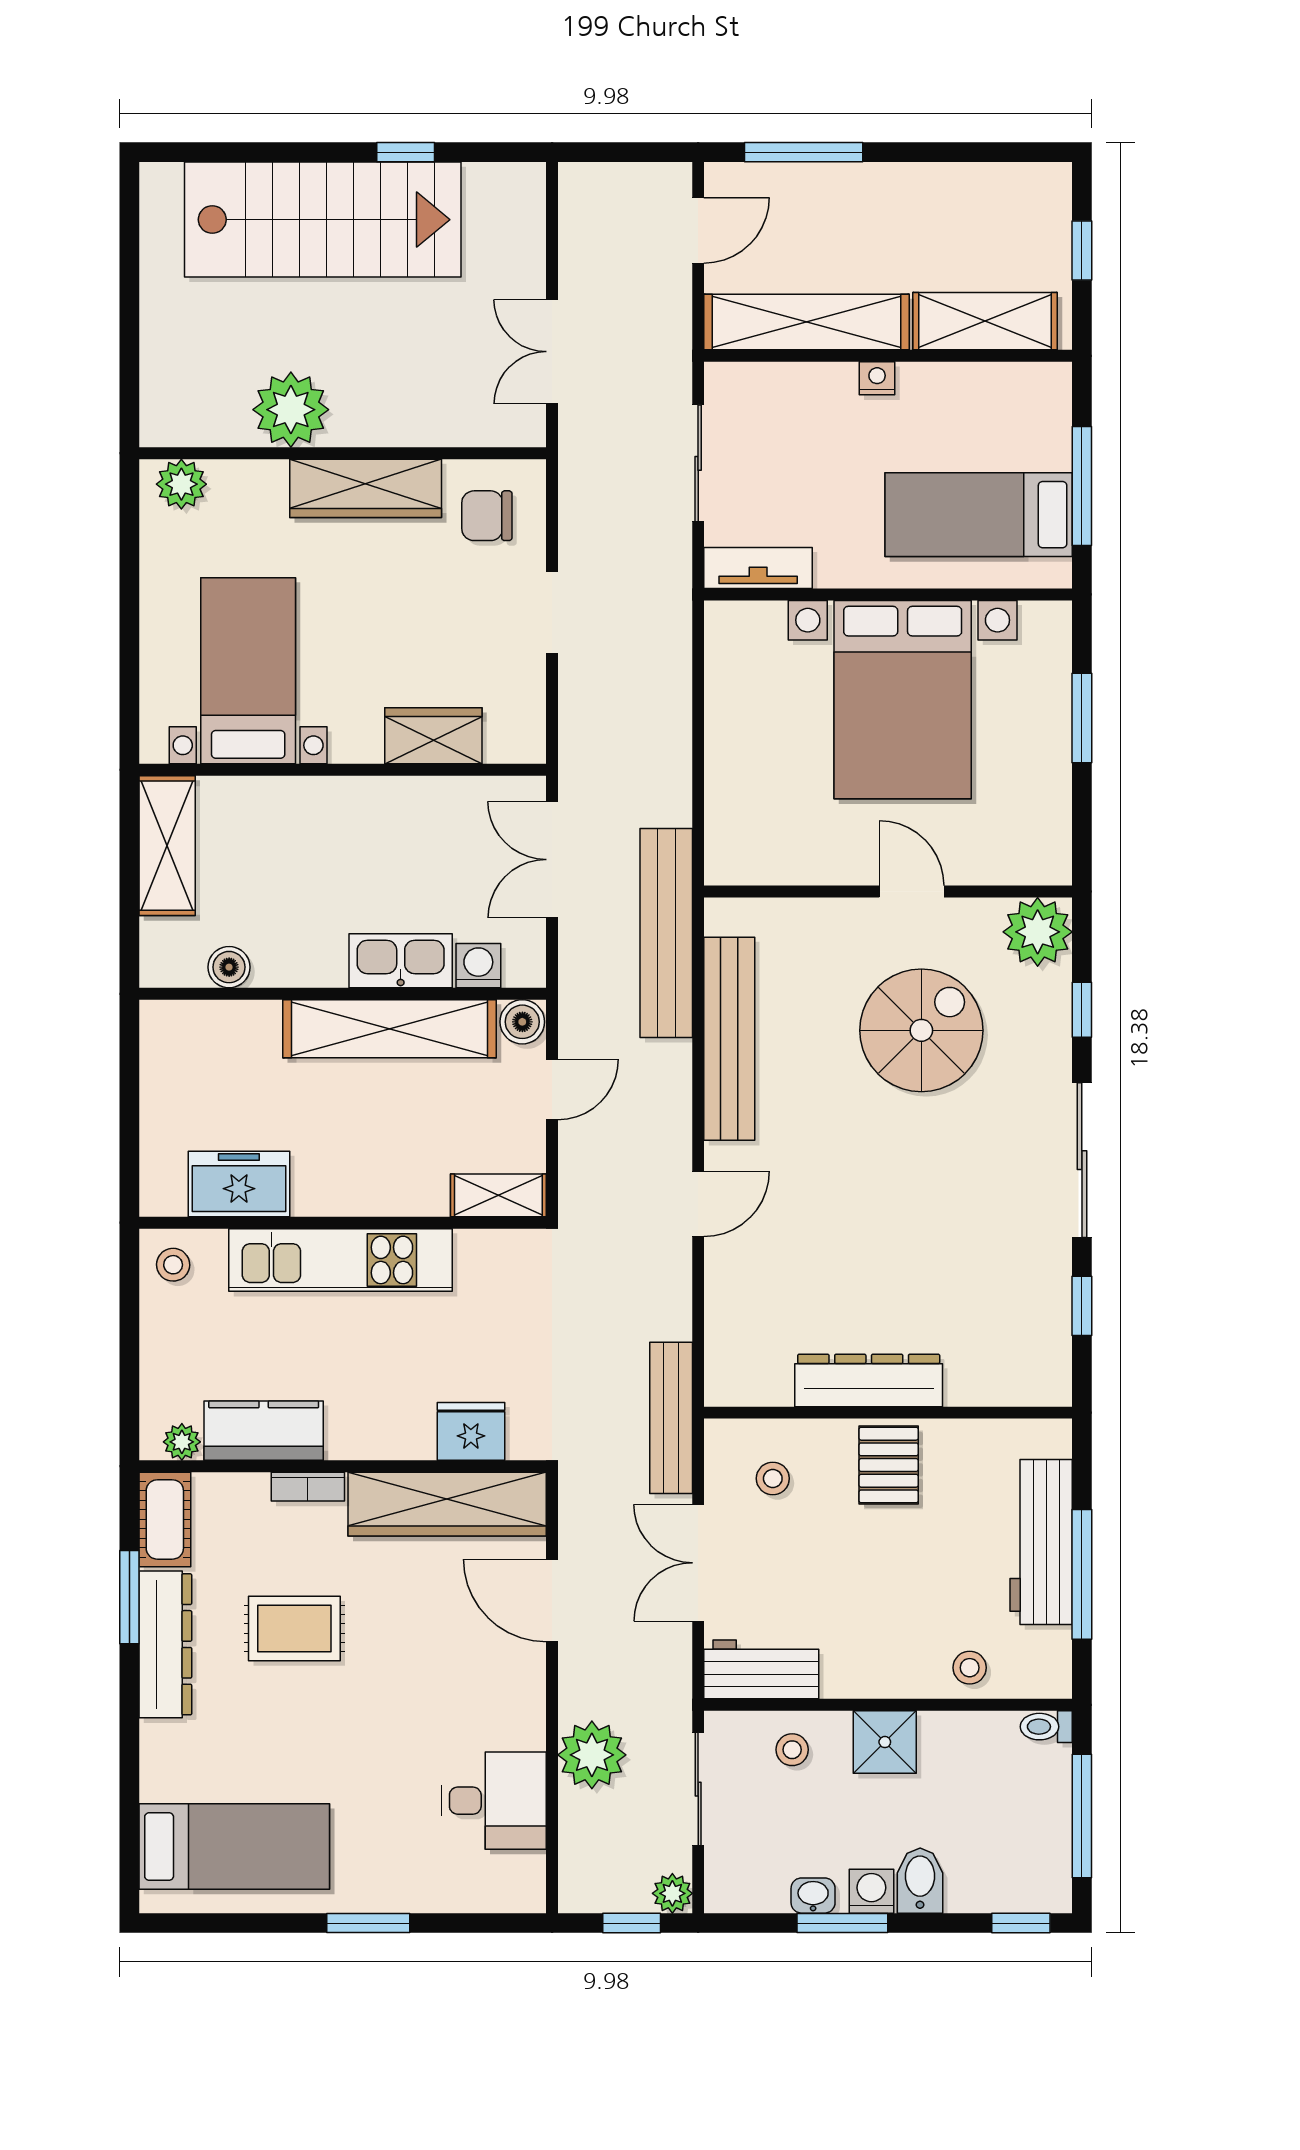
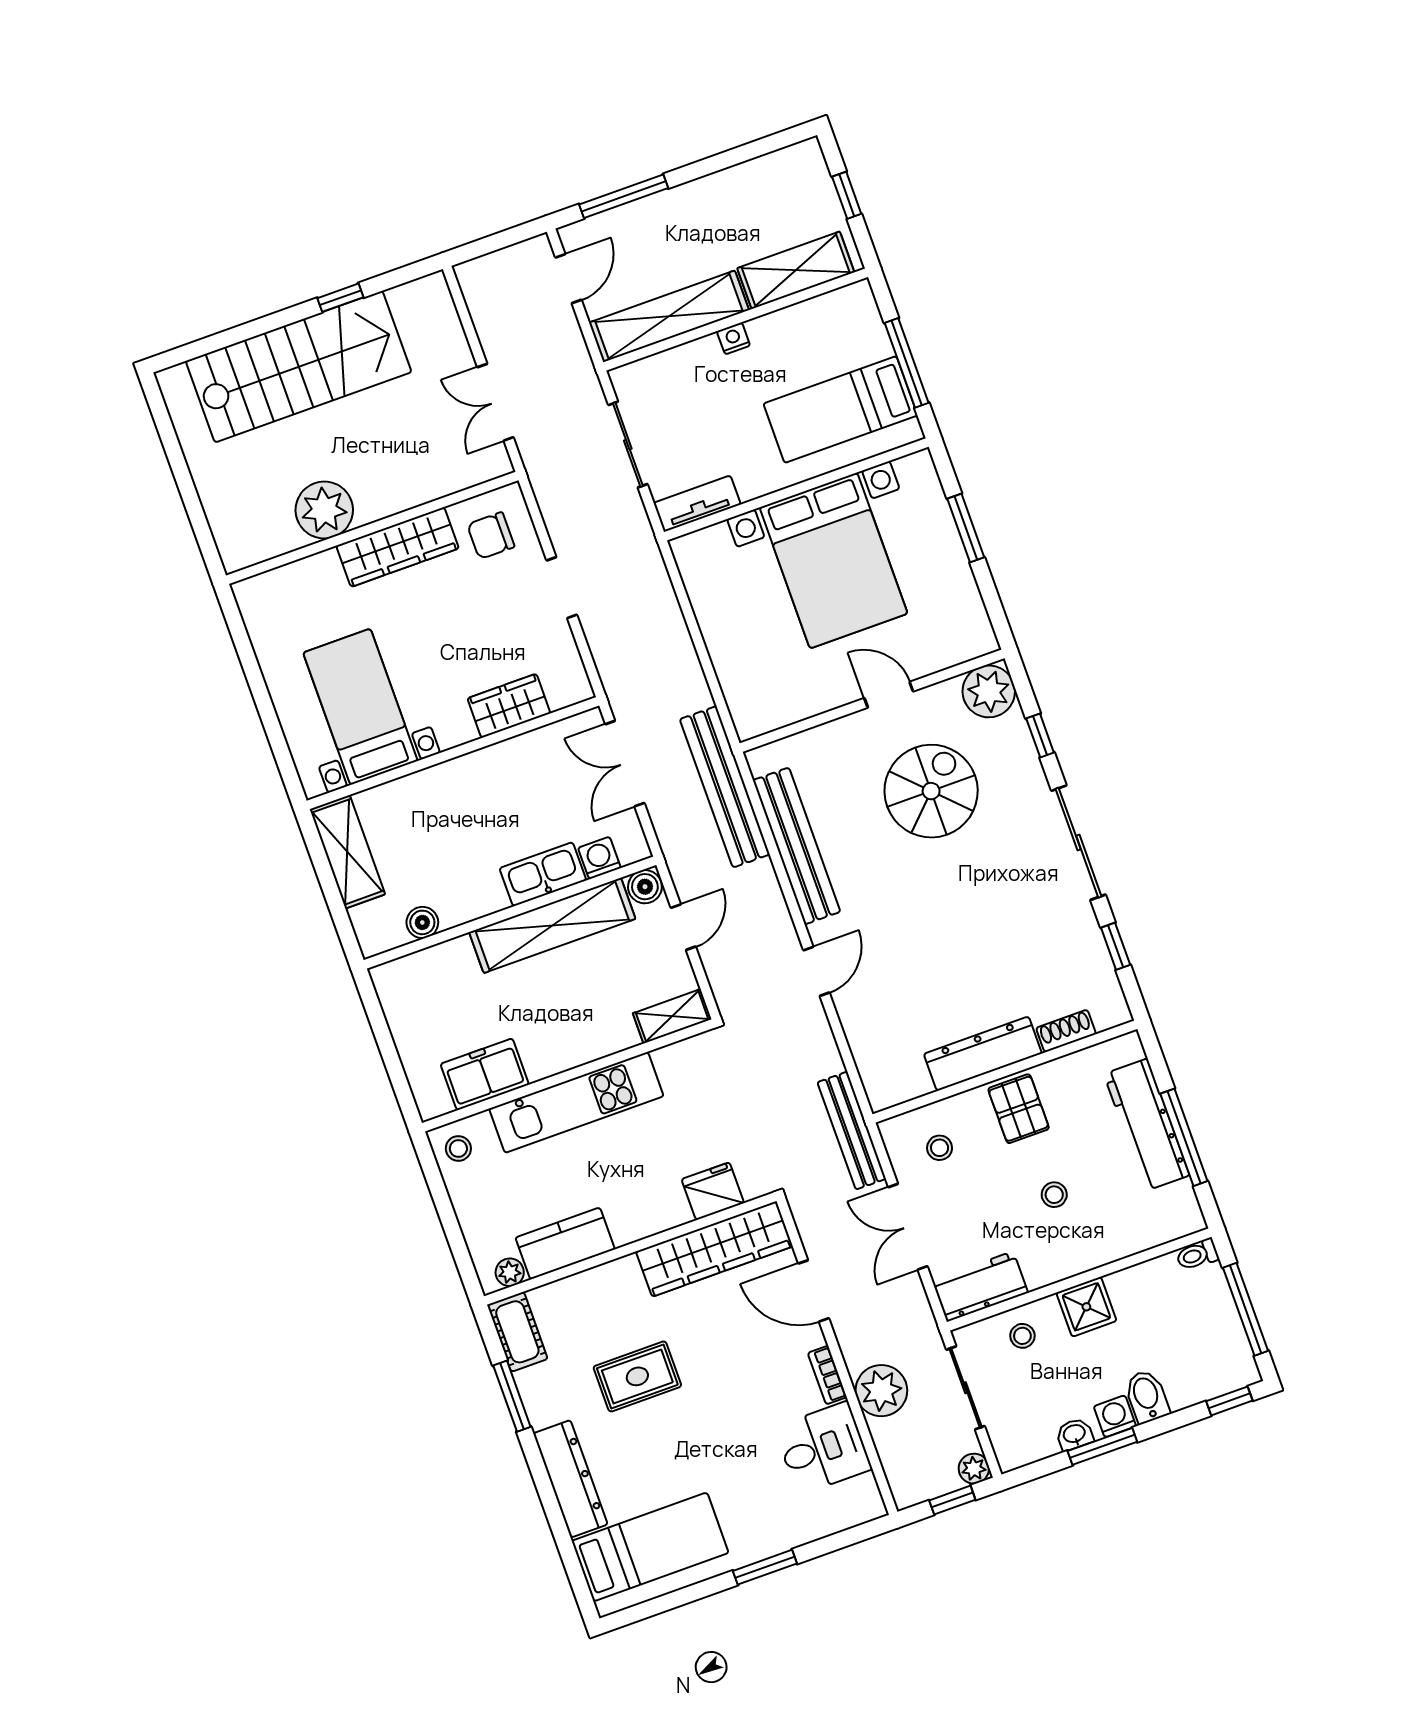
plant: (181, 484) -> (265, 591), removed
shoe rack: (982, 1389) -> (1066, 1031), added
bookcase: (308, 1487) -> (827, 1375), moved, turned 90
dresser: (165, 1644) -> (570, 1479), moved
stool: (970, 1668) -> (1054, 1195), moved

